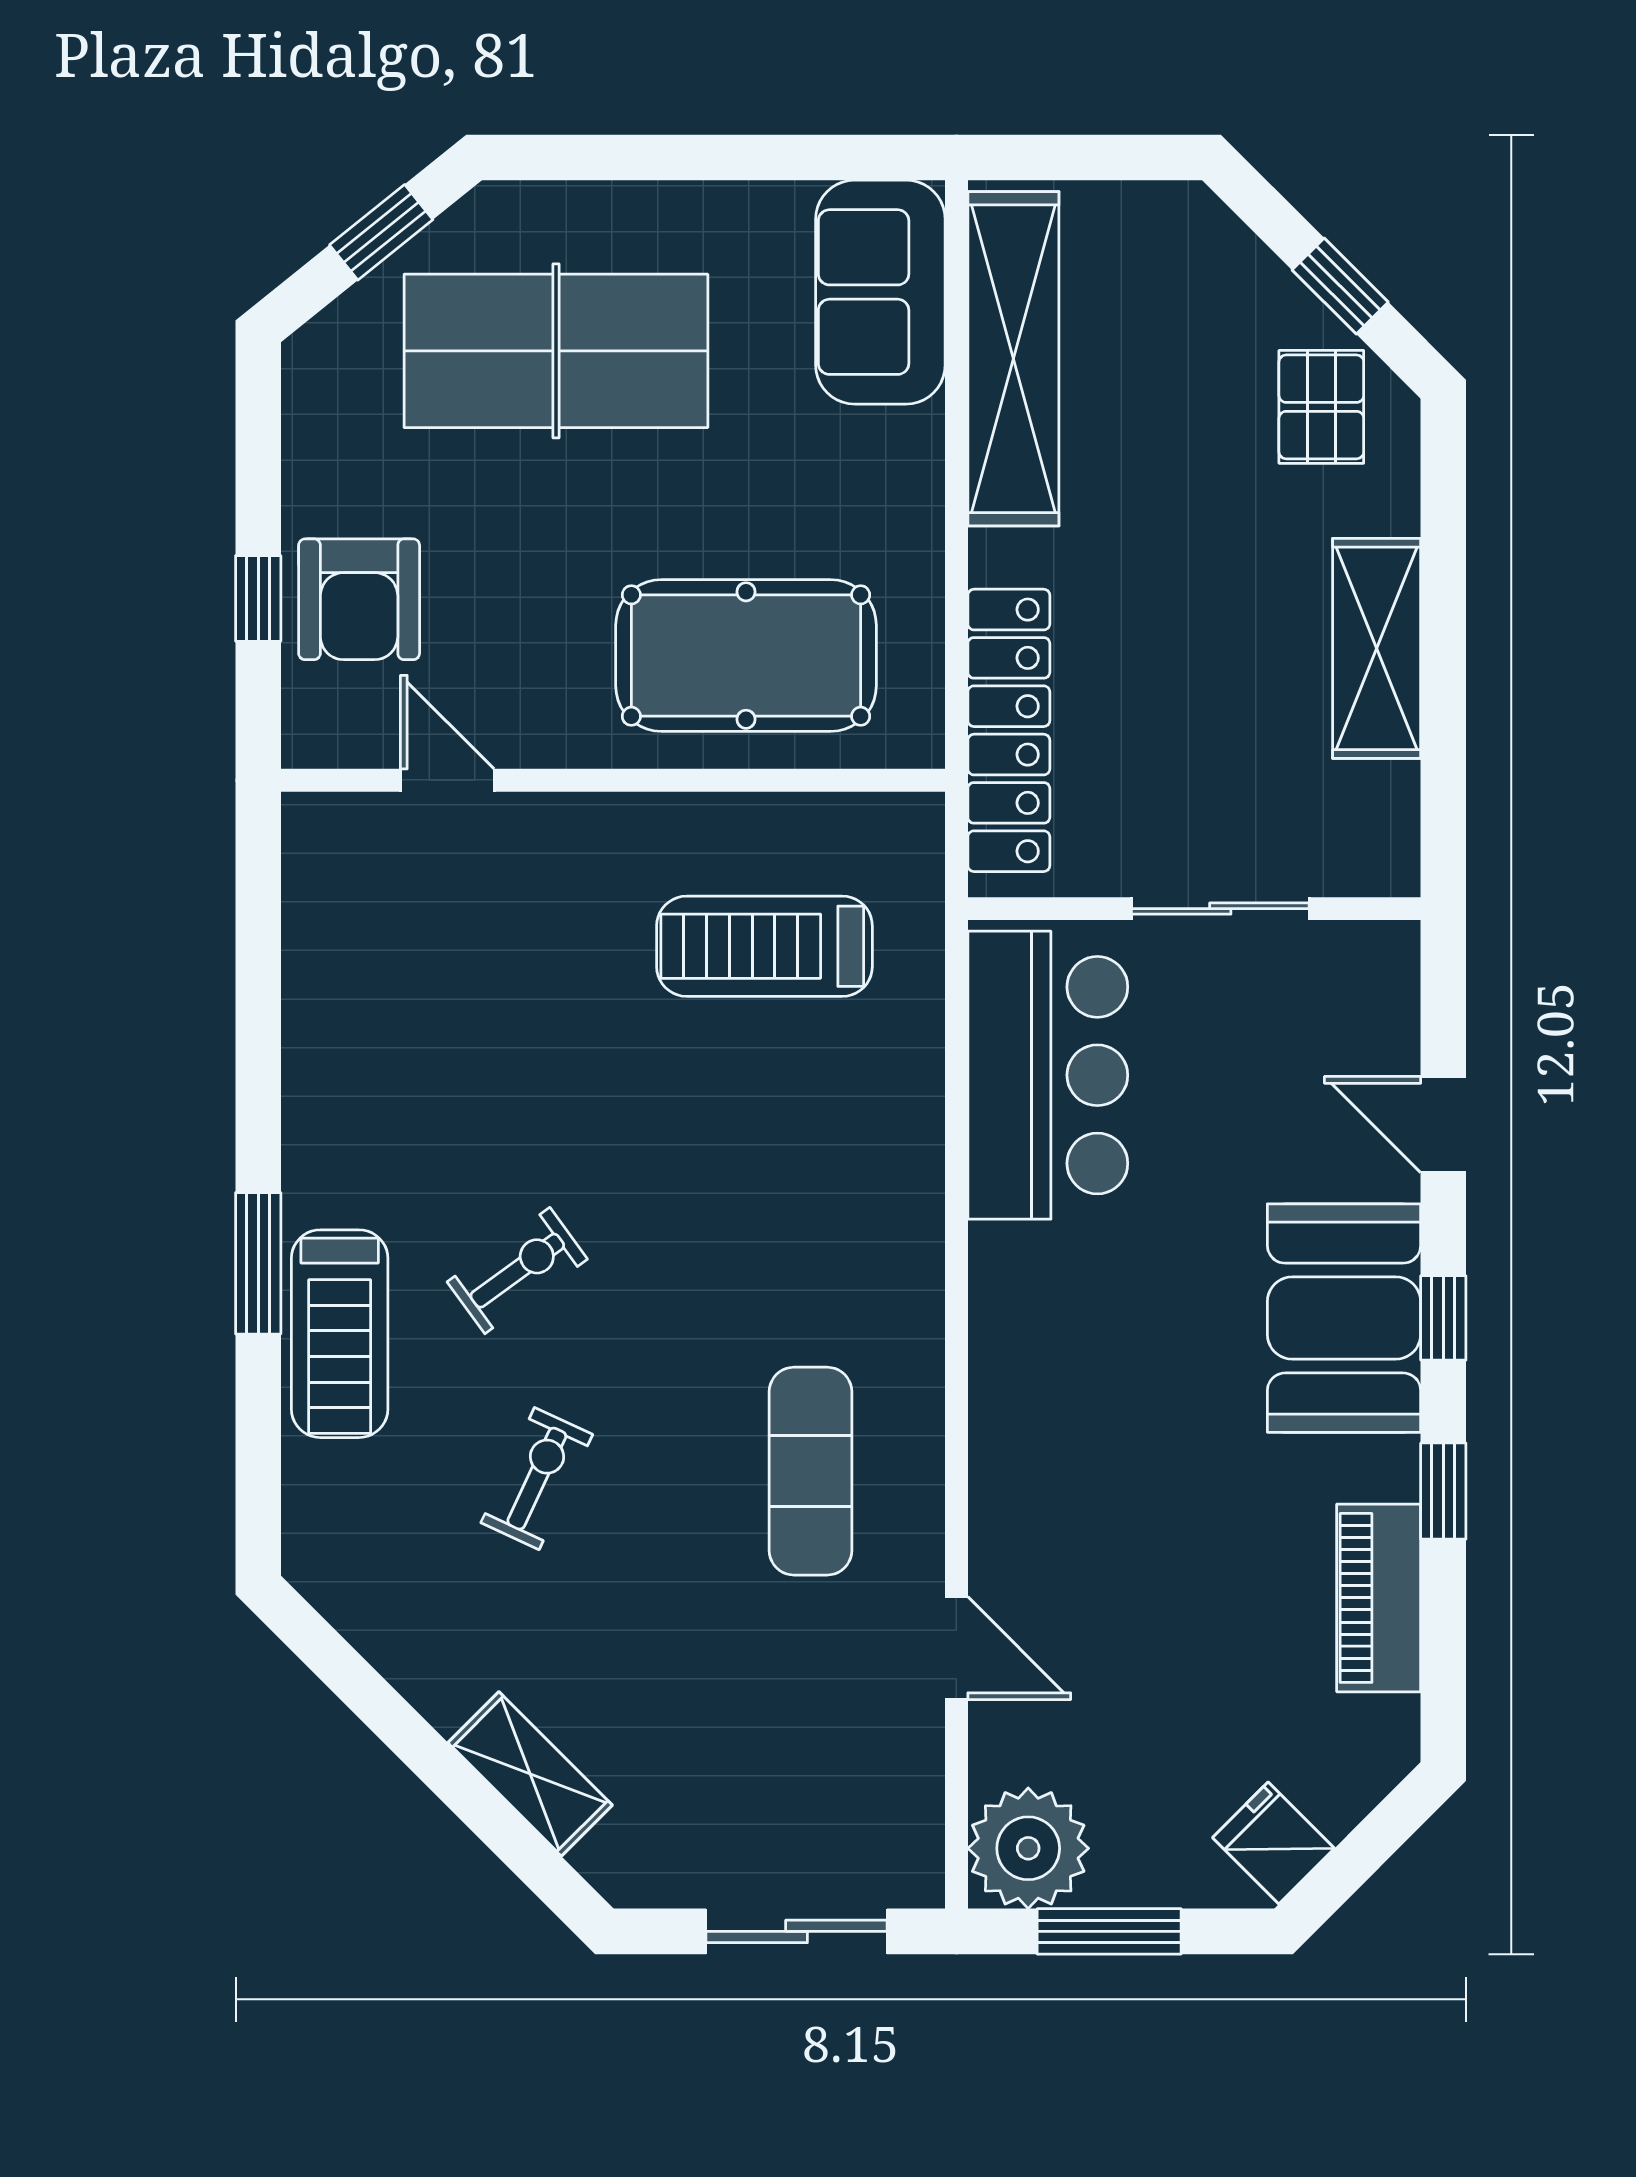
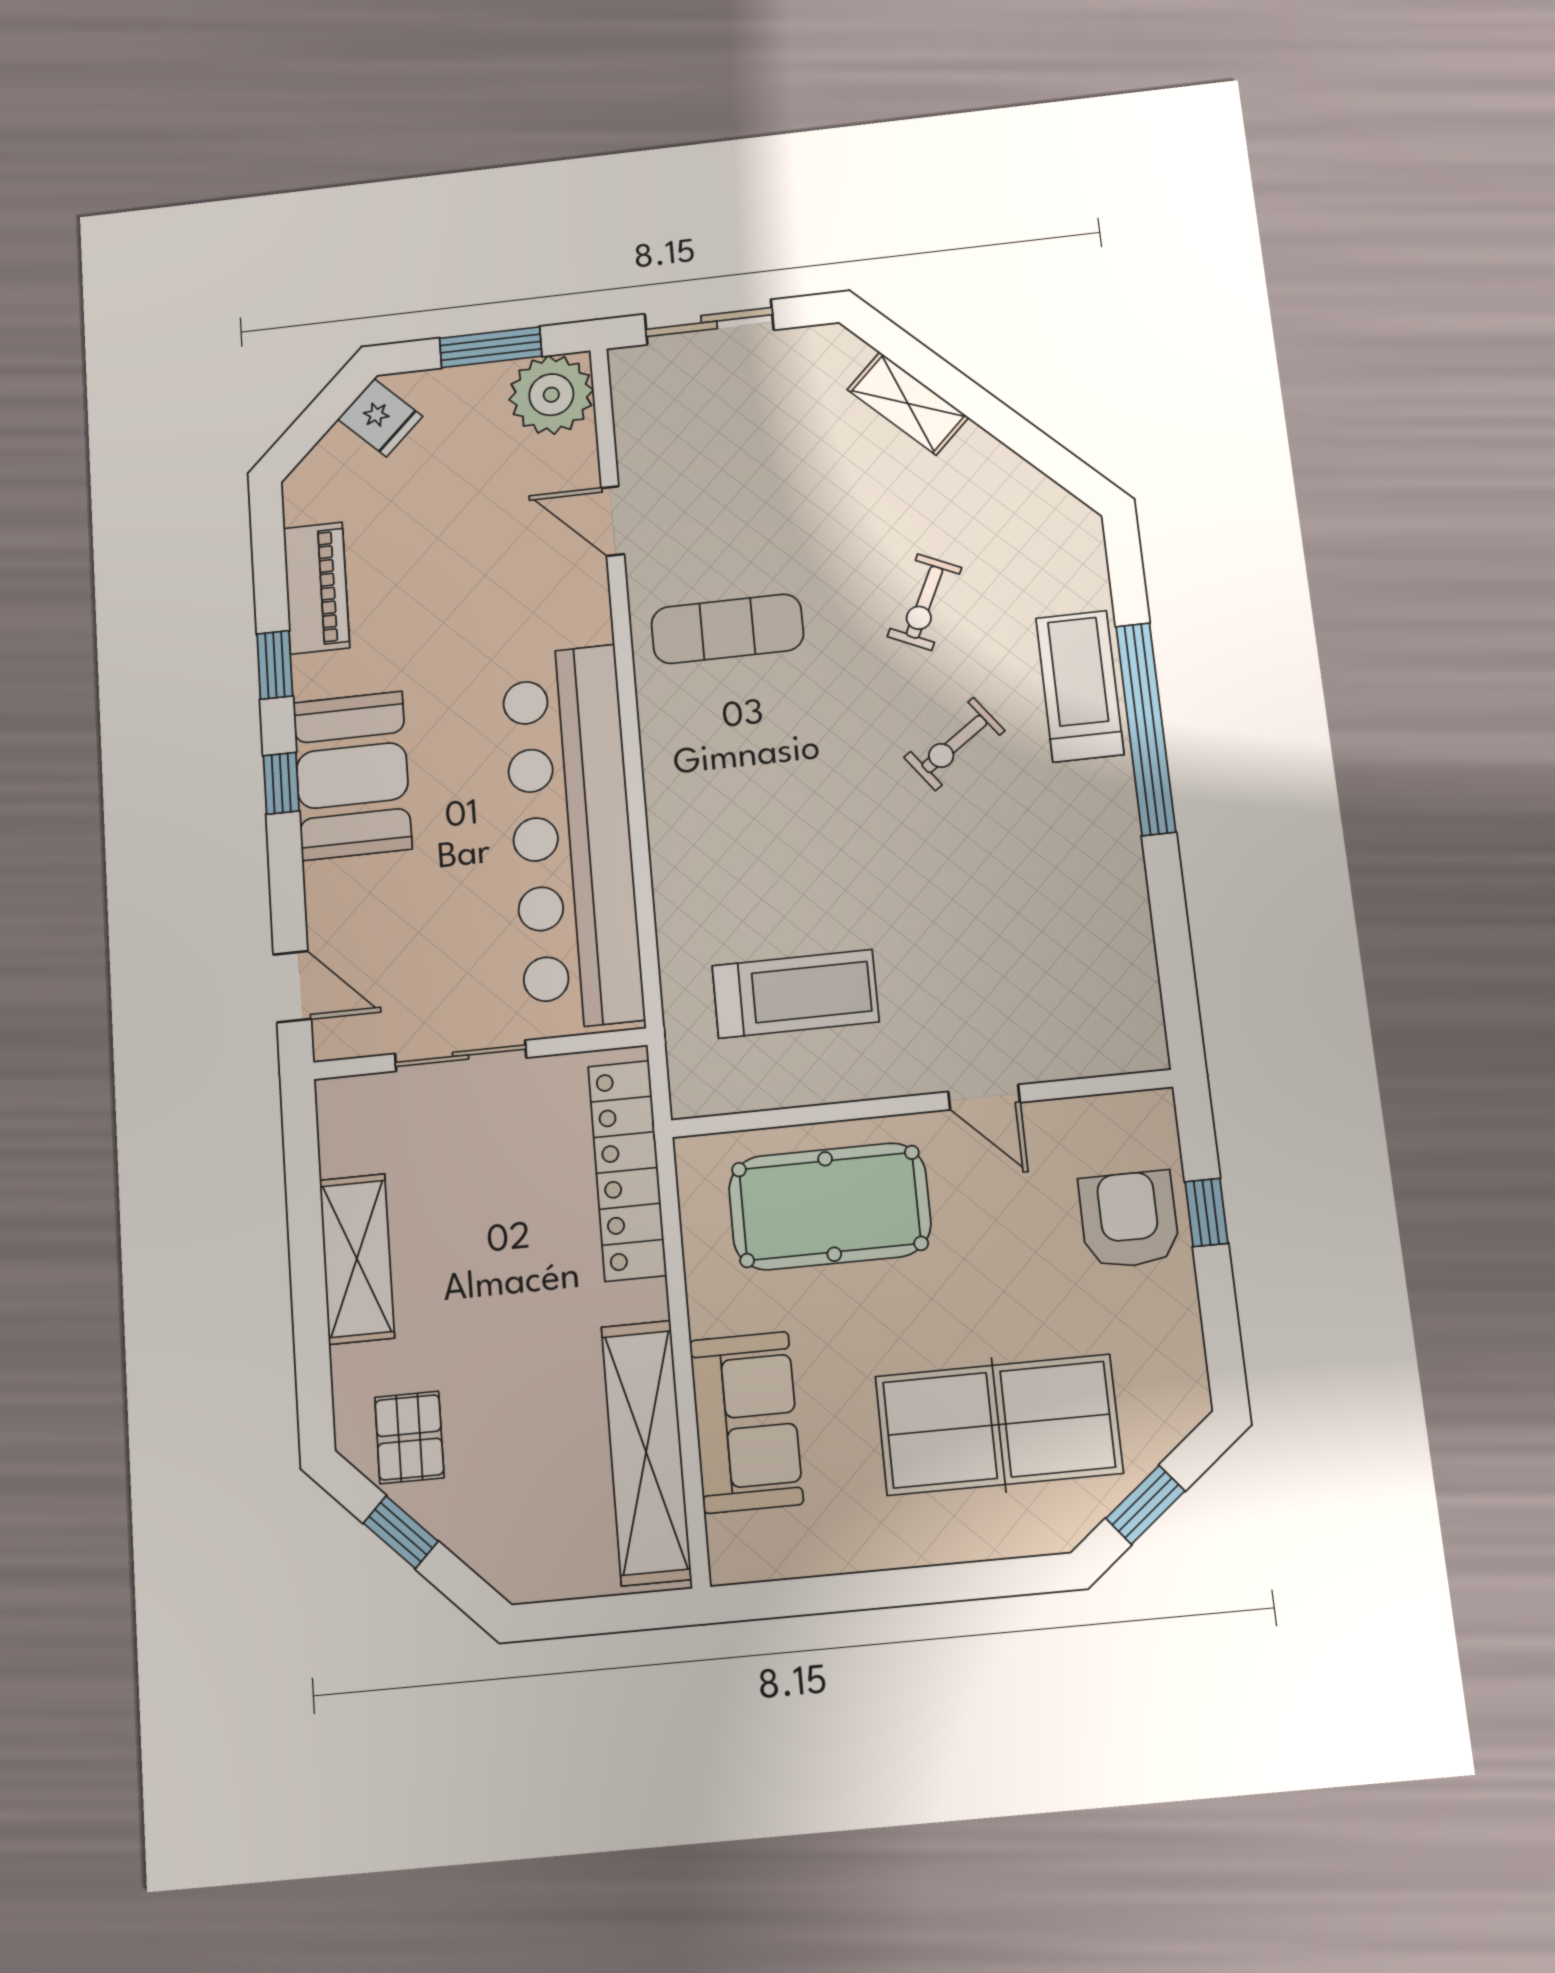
sofa: (880, 292) -> (746, 1422), moved
door: (447, 780) -> (984, 1097), moved
bar counter: (1048, 1075) -> (572, 836), width x1.86
door: (1443, 1125) -> (292, 987), moved
window: (258, 1263) -> (1146, 729), width x2.11
exercise mat: (811, 1471) -> (727, 629), turned 90

